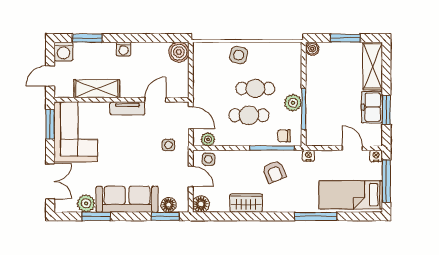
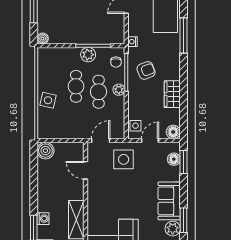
washing machine: (124, 49) -> (43, 219), moved
tv unit: (127, 108) -> (93, 194), removed
plant: (208, 139) -> (119, 90), moved
side table: (168, 145) -> (124, 159), width x1.87, depth x1.87
sofa: (127, 199) -> (169, 201), width x0.73

